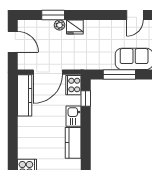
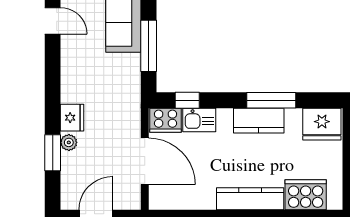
kitchen counter: (25, 95) -> (250, 199), moved
kitchen sink: (73, 116) -> (199, 120), moved
window: (86, 151) -> (271, 100), added

